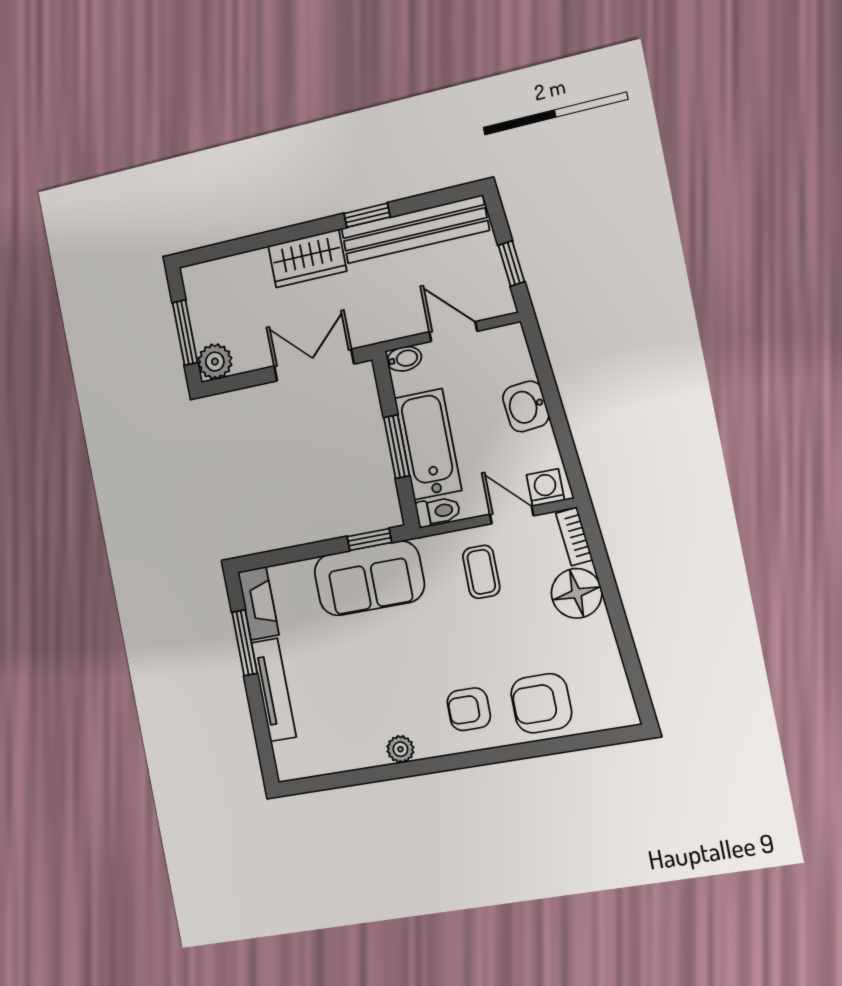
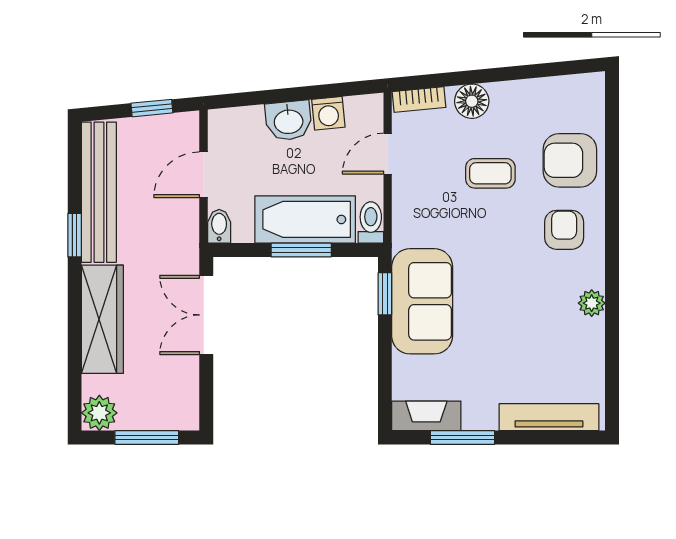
wardrobe: (307, 258) -> (102, 319), width x1.50
plant: (215, 362) -> (99, 413), moved
washing machine: (545, 488) -> (328, 113), moved, turned -96
coffee table: (481, 572) -> (490, 173), moved
floor lamp: (577, 593) -> (472, 101), width x0.73, depth x0.73
tv unit: (274, 690) -> (549, 417), moved
armchair: (541, 703) -> (570, 160), turned 90
armchair: (469, 709) -> (564, 230), turned 180

